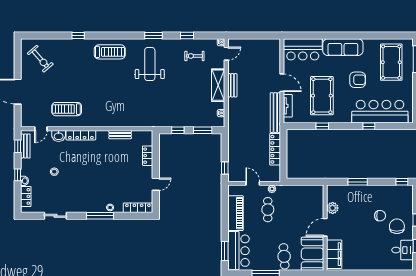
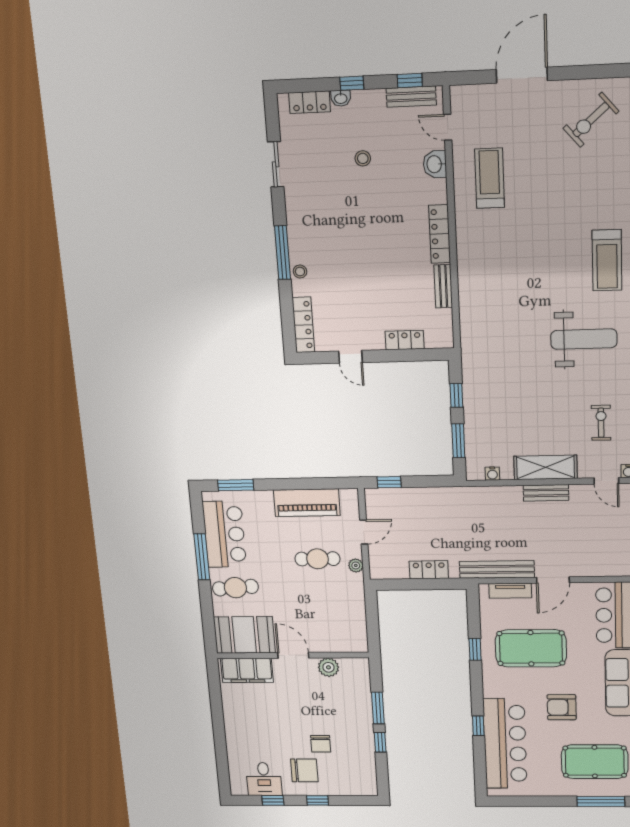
armchair: (358, 80) -> (562, 707), turned 90
locker: (81, 135) -> (440, 234), moved
locker: (275, 149) -> (429, 570), width x0.66
window: (402, 182) -> (380, 742), moved
bar counter: (238, 251) -> (224, 534), moved, turned -90

